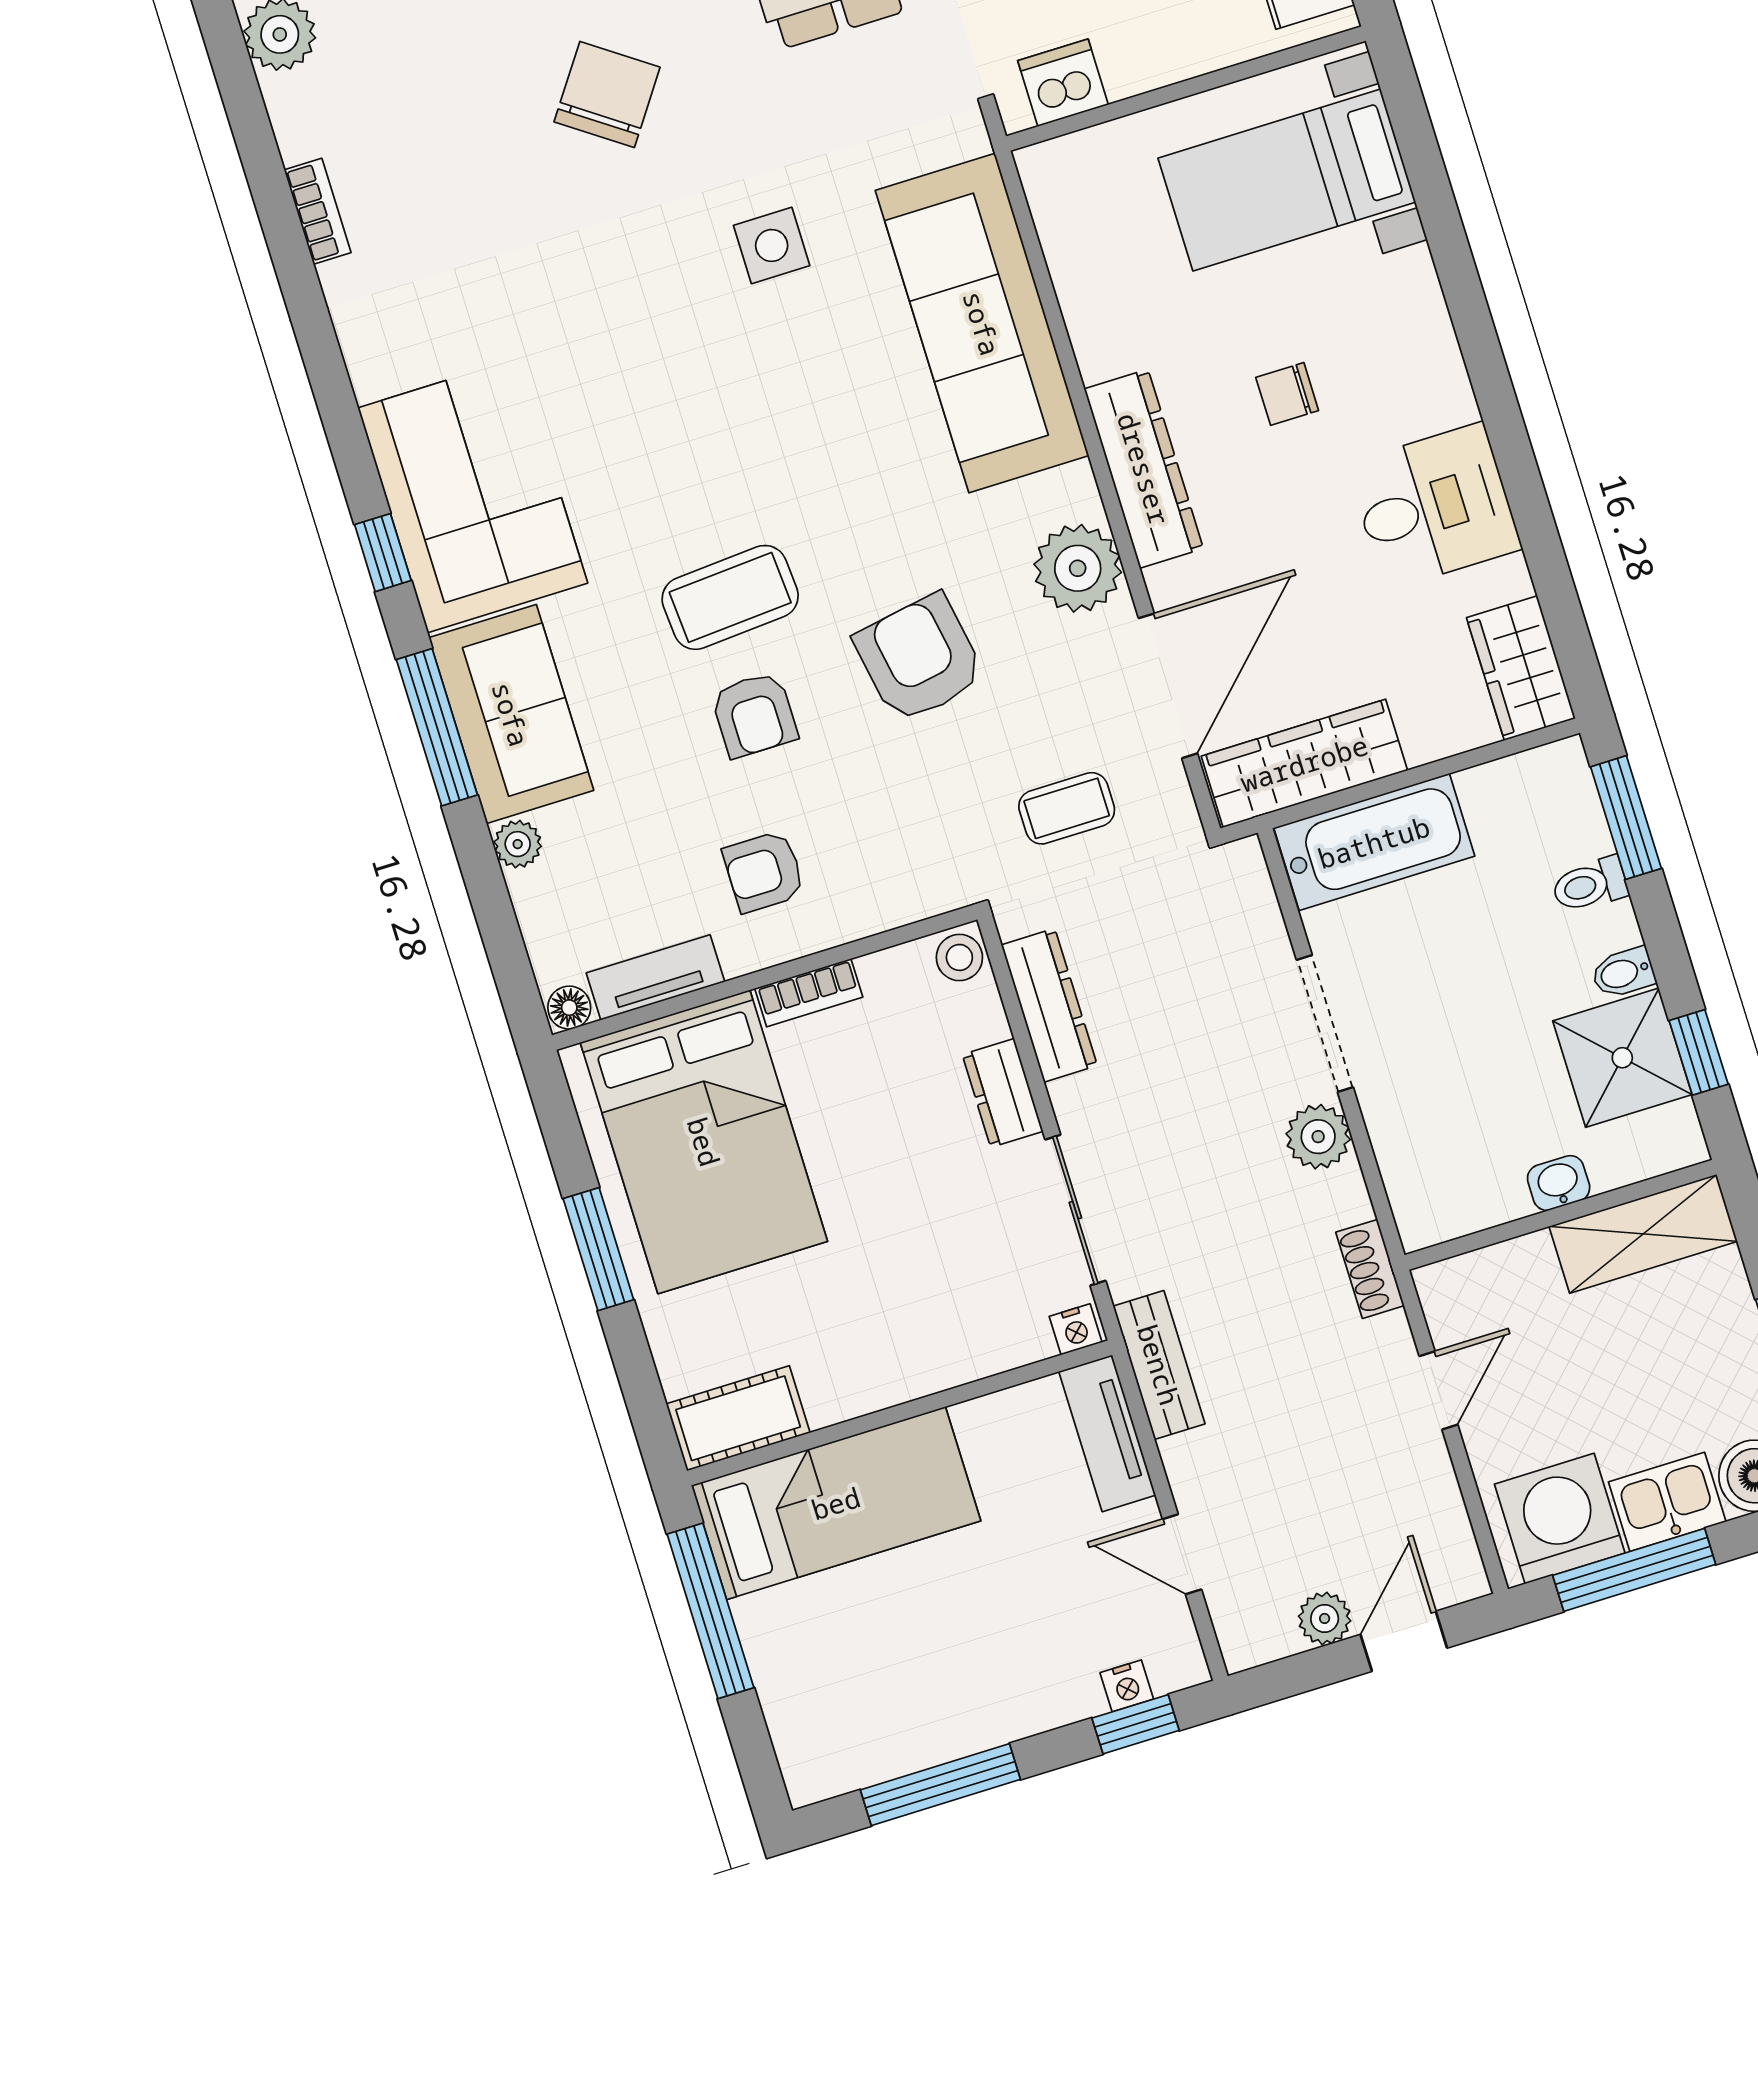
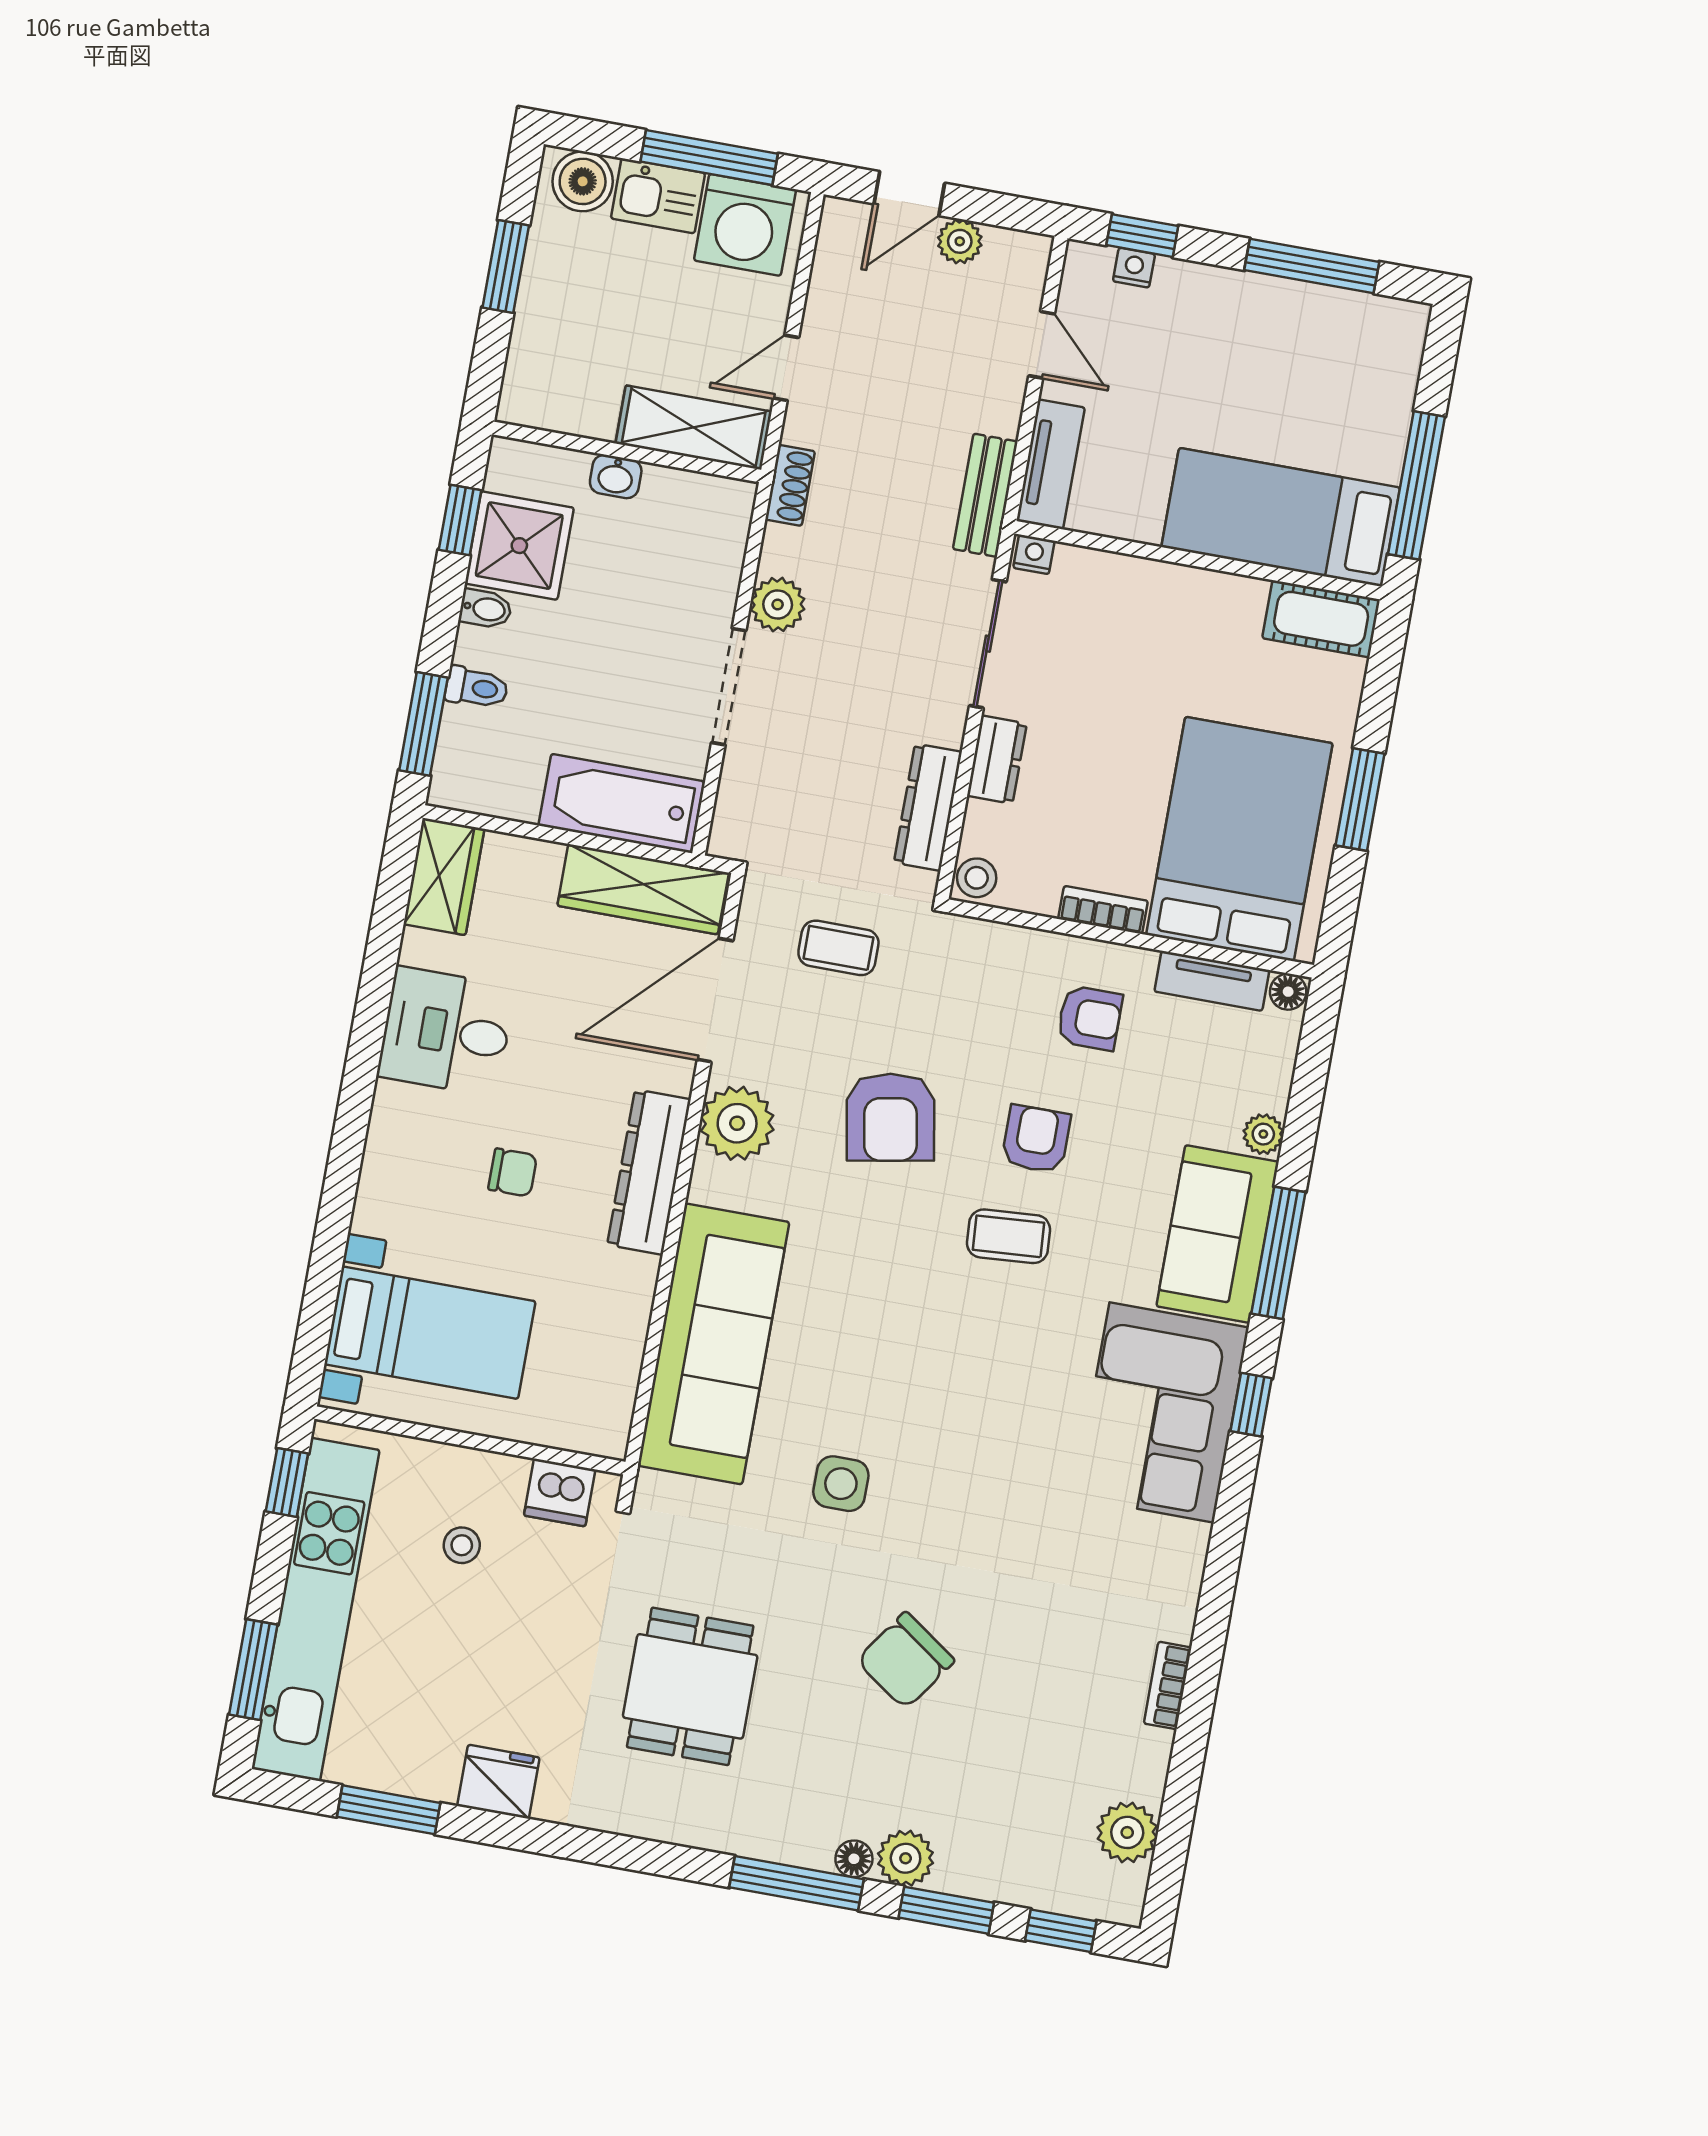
coffee table: (730, 597) -> (1009, 1236), width x0.73, depth x0.77
shelving: (1643, 1234) -> (694, 427), moved

